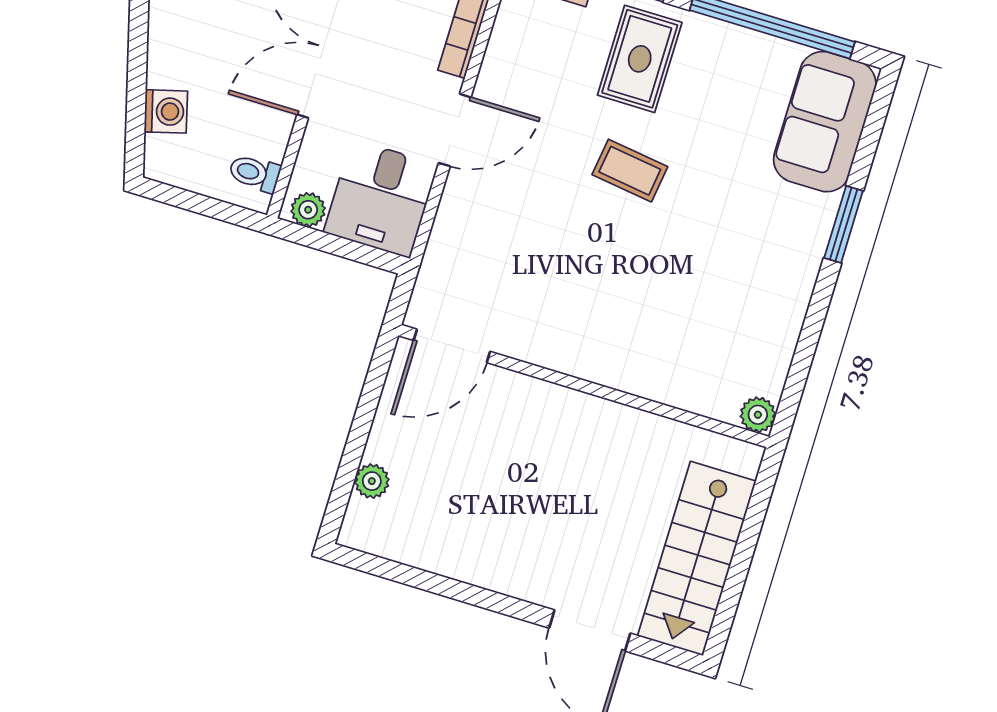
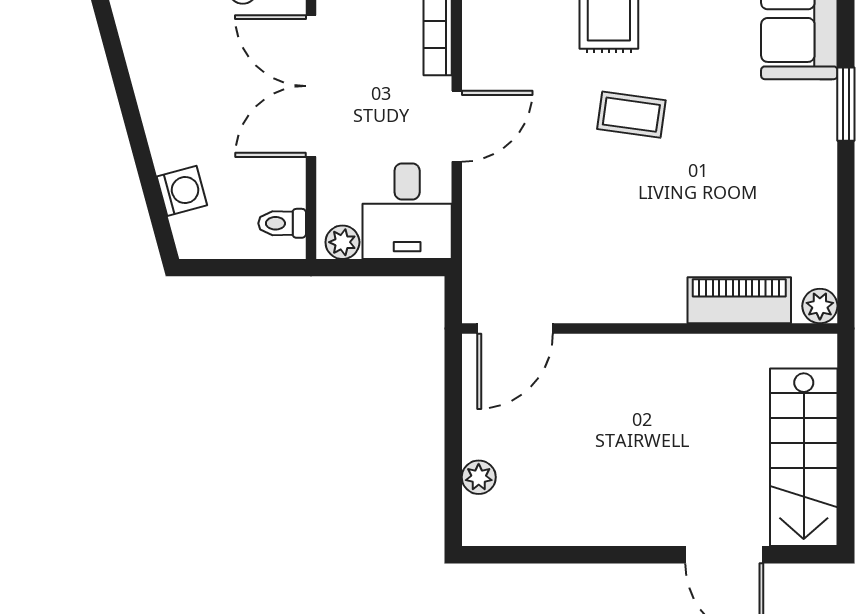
piano: (680, 385) -> (739, 300), added

